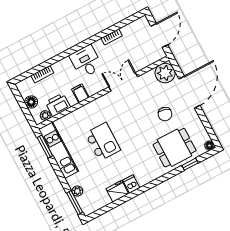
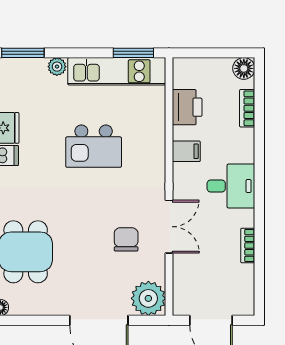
floor lamp: (31, 102) -> (244, 68), moved
chair: (165, 114) -> (126, 239), moved, turned 73
plant: (45, 115) -> (181, 79), removed
plant: (77, 191) -> (57, 67), moved

